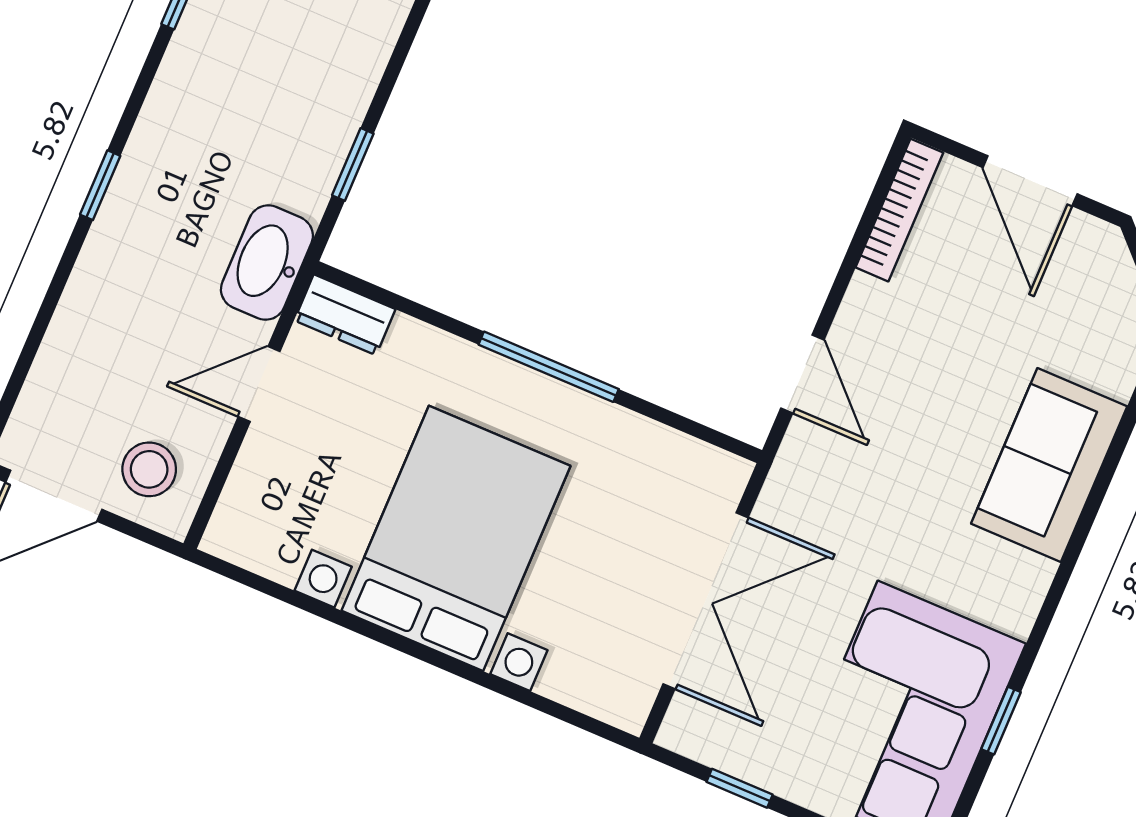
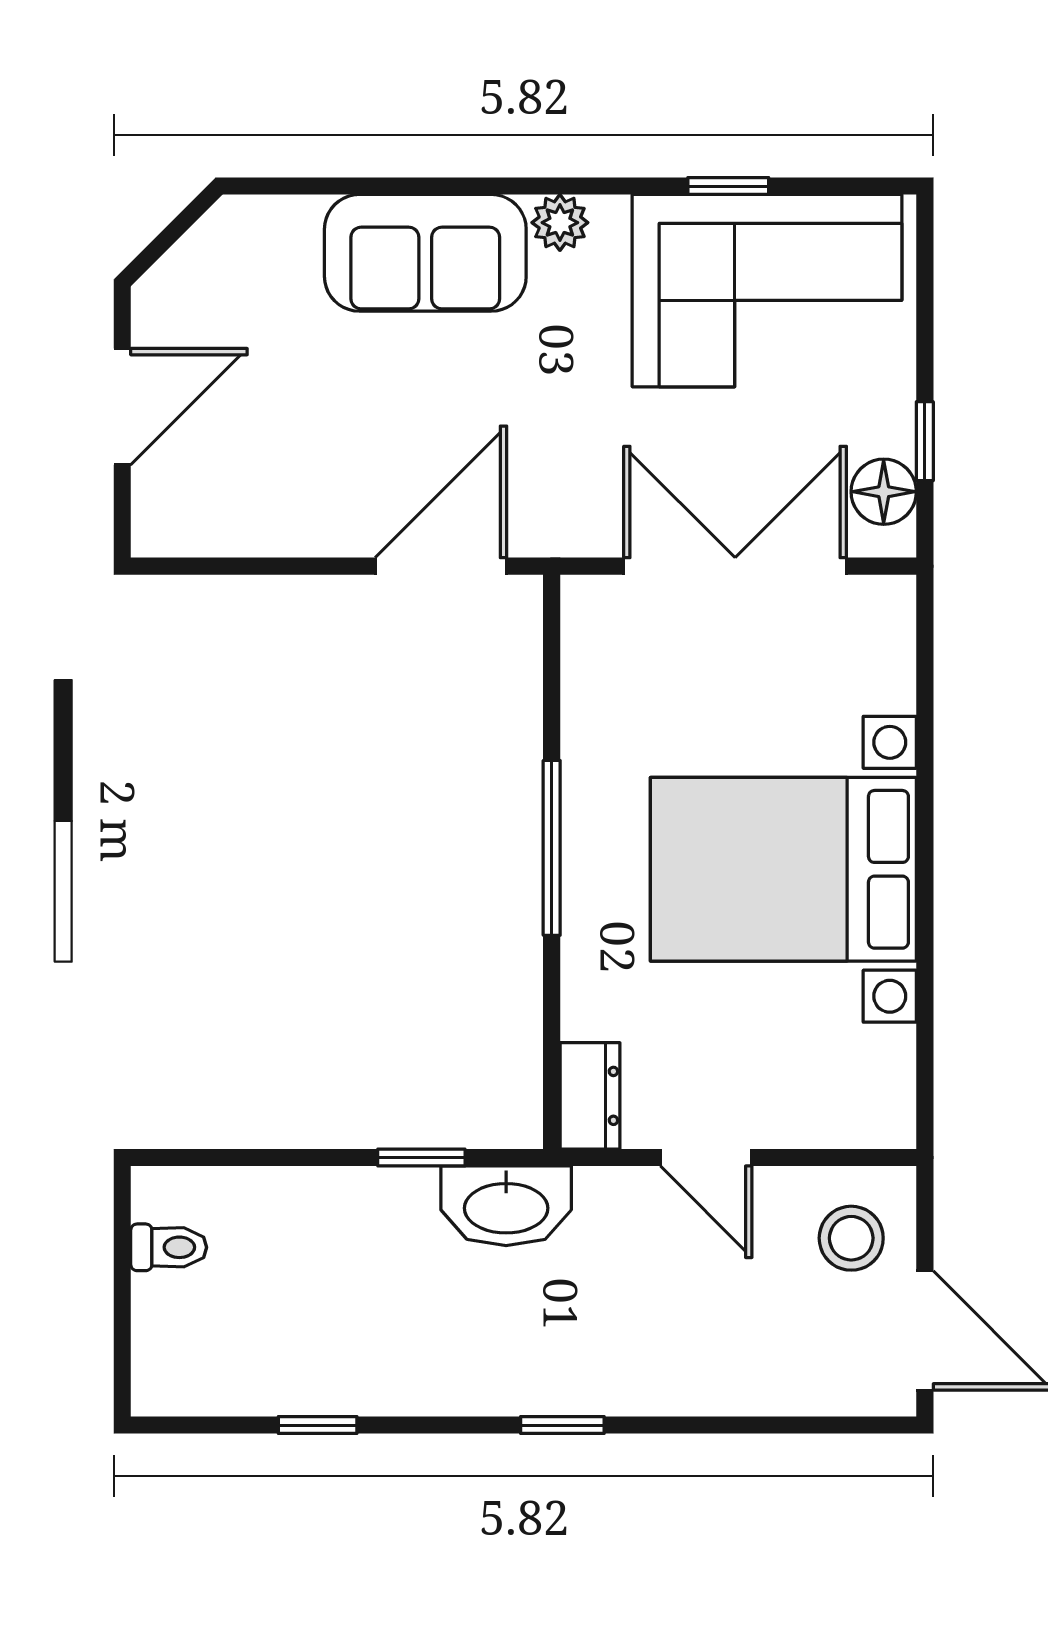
bookcase: (899, 210) -> (216, 536), removed
washbasin: (267, 263) -> (506, 1206), moved
door: (802, 374) -> (441, 566), width x1.38
plant: (1028, 579) -> (560, 223), added
floor lamp: (714, 740) -> (884, 492), added

